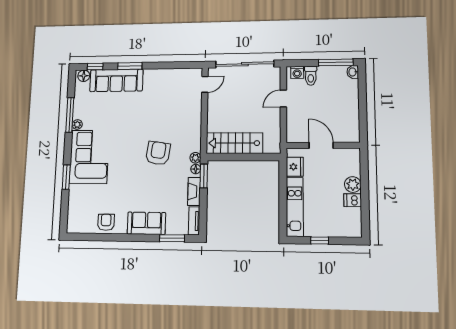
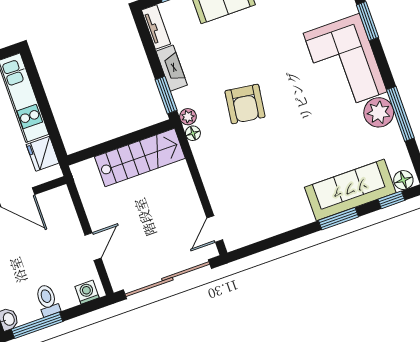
toilet: (311, 76) -> (47, 300), moved
plant: (77, 124) -> (379, 112), width x1.88, depth x1.88
floor lamp: (196, 169) -> (193, 133), moved

